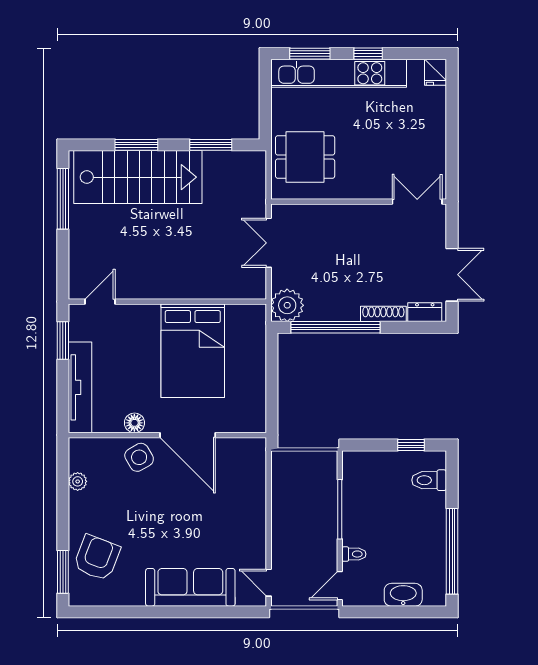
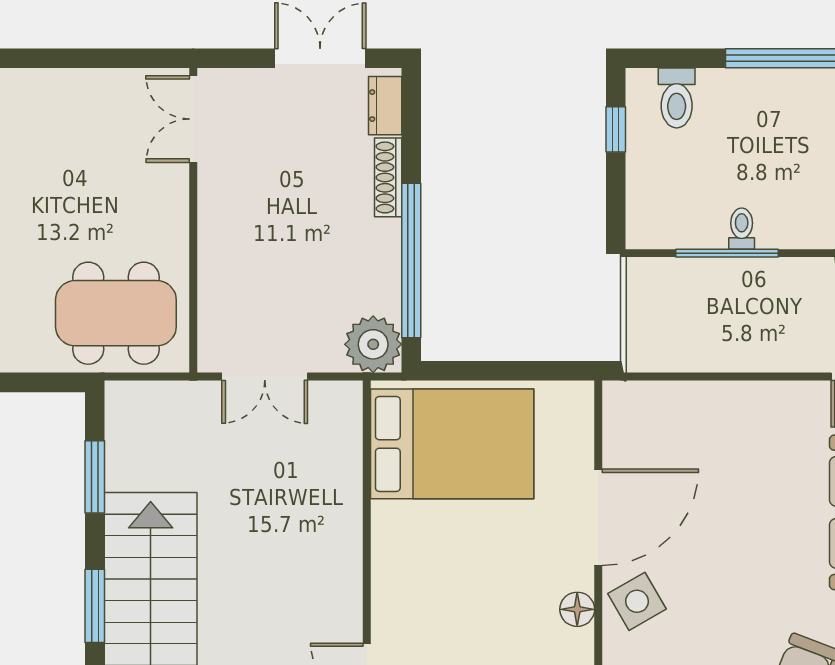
dining table: (305, 157) -> (116, 313), width x1.38
bed: (193, 351) -> (452, 444), moved
toilet: (354, 554) -> (742, 229), moved

